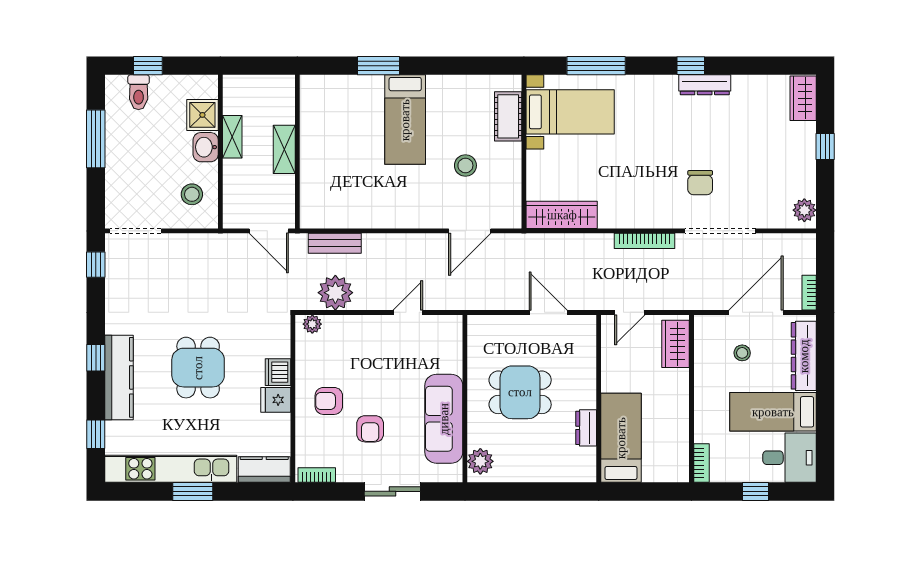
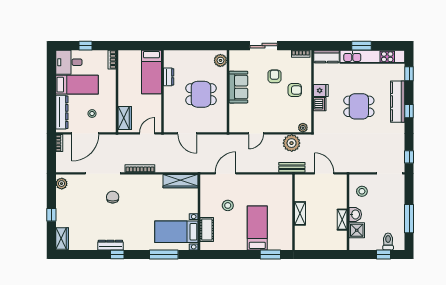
shelving: (284, 149) -> (300, 213), moved
wall: (297, 152) -> (294, 212), moved
dining table: (198, 368) -> (359, 106), turned 90
sofa: (444, 419) -> (238, 87), width x0.73

